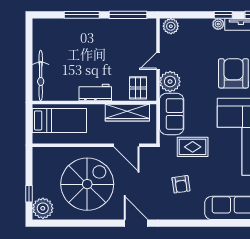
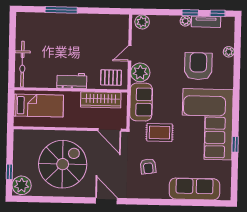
window: (128, 15) -> (103, 11), removed
pallet: (138, 88) -> (111, 78), turned 90
door: (127, 145) -> (110, 130), moved

